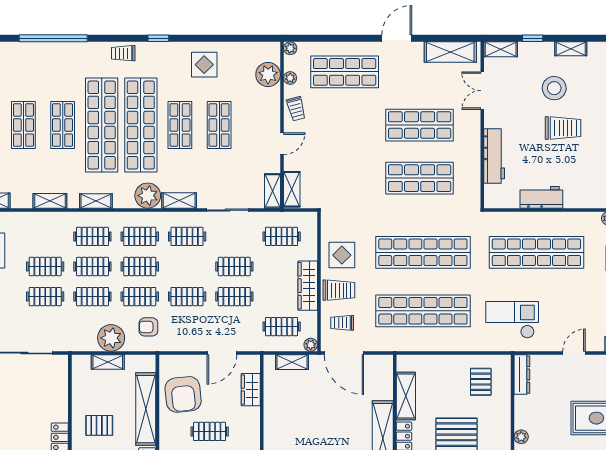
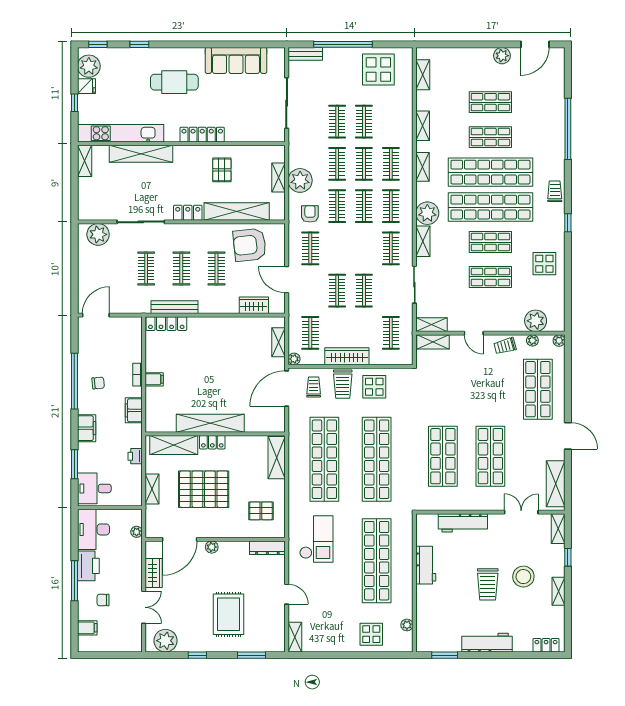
clothes rail: (187, 297) -> (310, 248), moved
shelving: (406, 396) -> (277, 458), moved, turned 90

